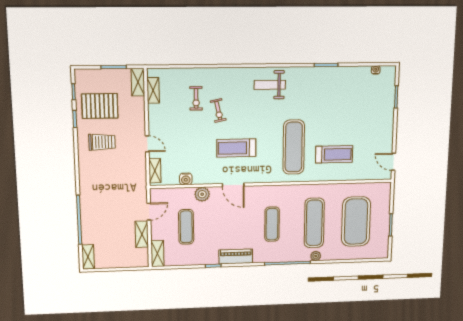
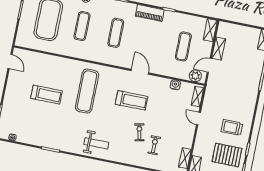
treadmill: (334, 154) -> (46, 95), moved, turned 180
plant: (202, 194) -> (195, 76), moved
exercise mat: (314, 223) -> (82, 26), width x0.73, depth x0.69

